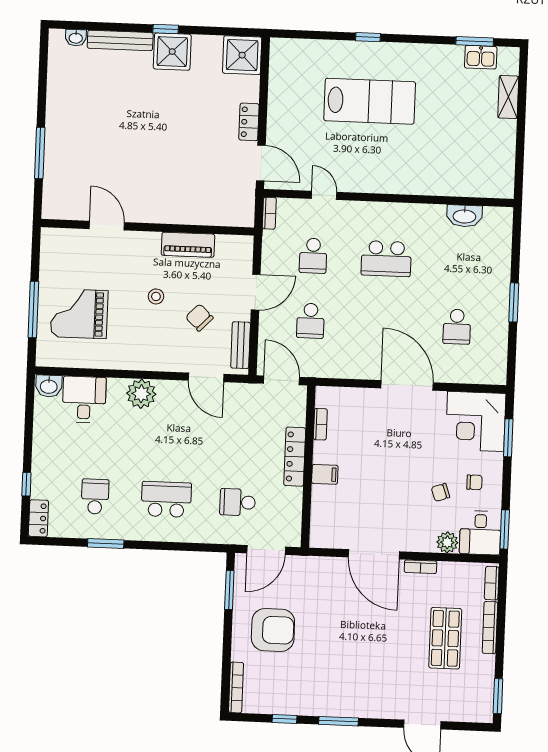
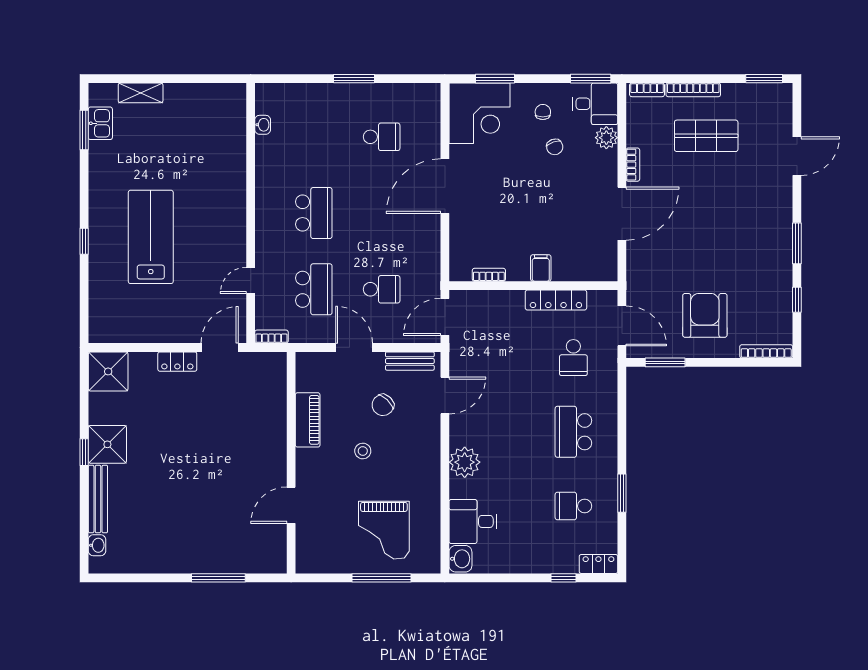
washbasin: (464, 216) -> (263, 125), width x0.52, depth x0.69
school desk: (313, 256) -> (314, 289), width x1.85
locker: (295, 457) -> (556, 300), moved

